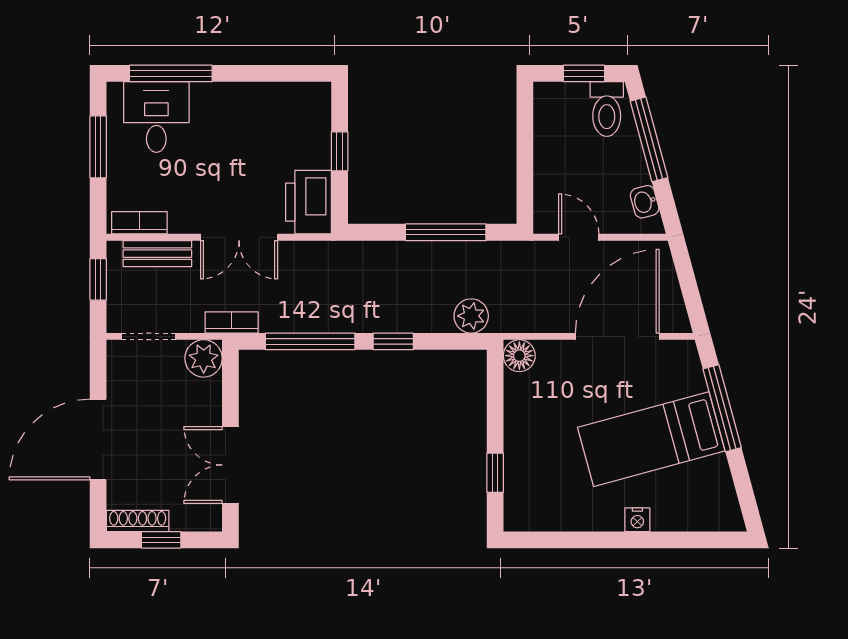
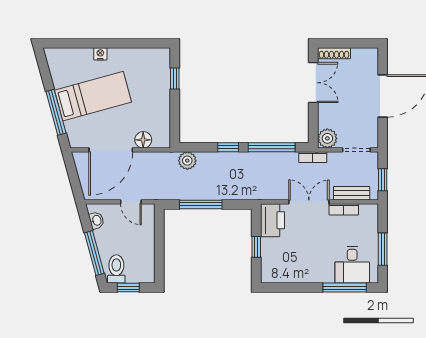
bookcase: (139, 223) -> (344, 209), moved
floor lamp: (519, 356) -> (143, 140), moved
shoe rack: (138, 521) -> (334, 53), moved
window: (161, 540) -> (350, 43), removed

